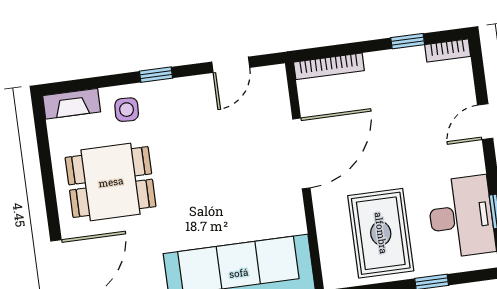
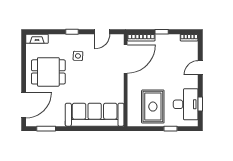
window: (408, 41) -> (162, 32), moved
side table: (127, 110) -> (78, 56), moved
door: (301, 153) -> (126, 59), moved

